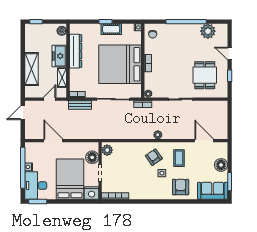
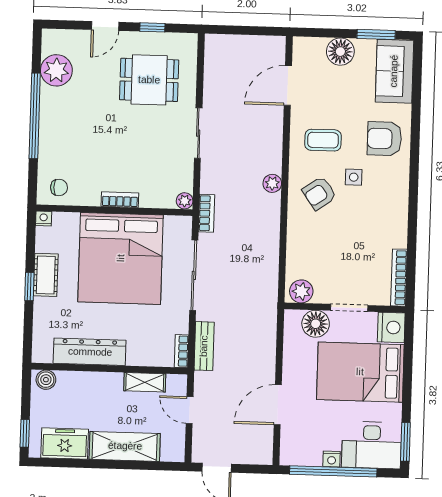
freezer: (59, 56) -> (65, 443), moved, turned 180

